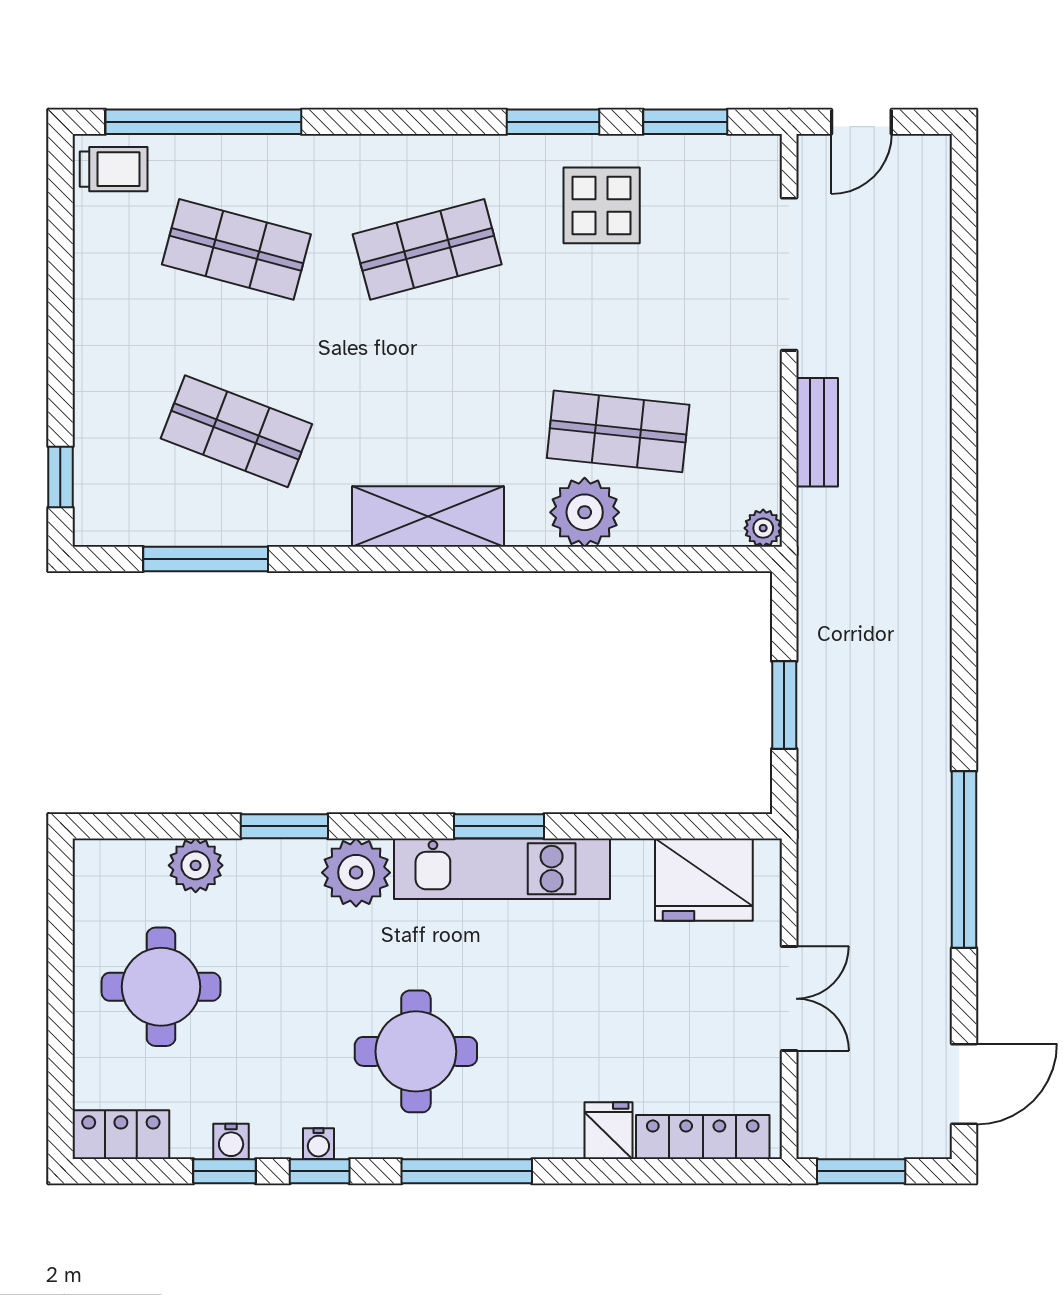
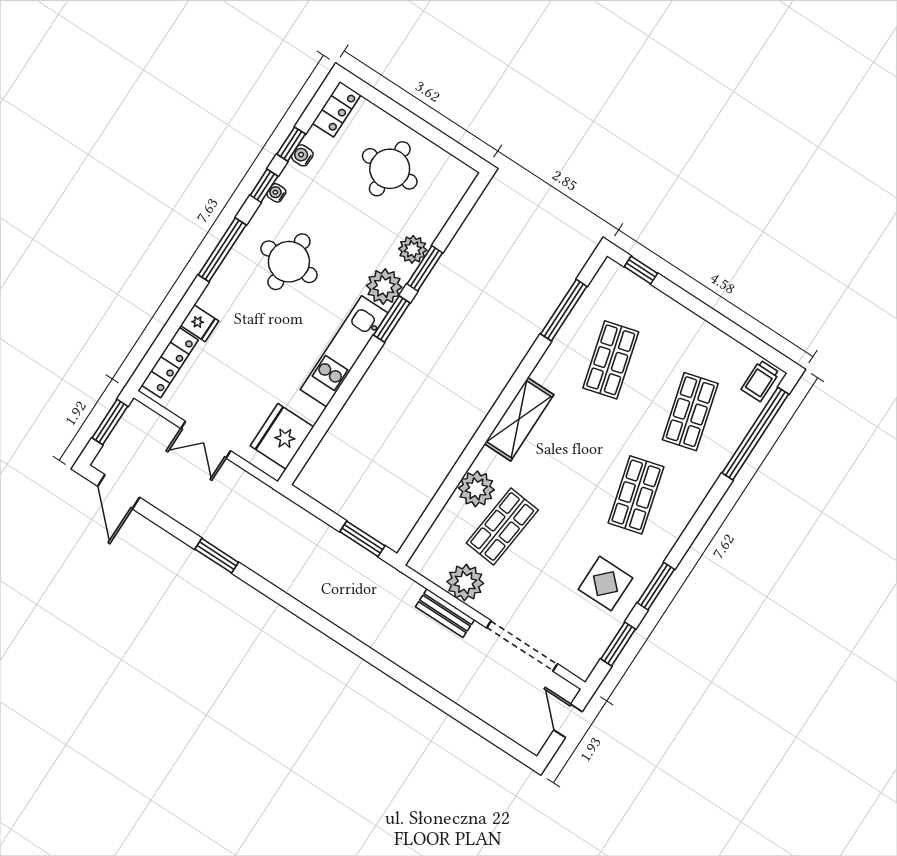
shop shelf: (236, 249) -> (690, 412), turned -30
shop shelf: (236, 431) -> (611, 360), turned -36
plant: (763, 528) -> (465, 582), moved, width x1.87, depth x1.87
window: (784, 705) -> (362, 539), moved
window: (499, 826) -> (392, 319), moved
window: (964, 860) -> (217, 556), width x0.47
plant: (196, 865) -> (413, 249), moved

